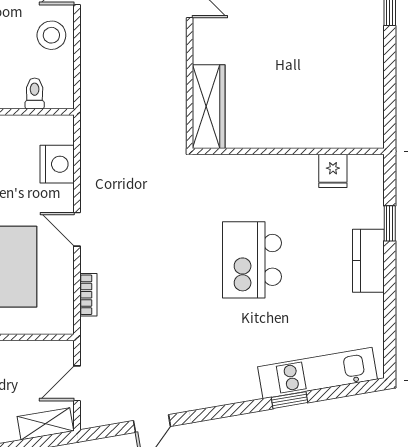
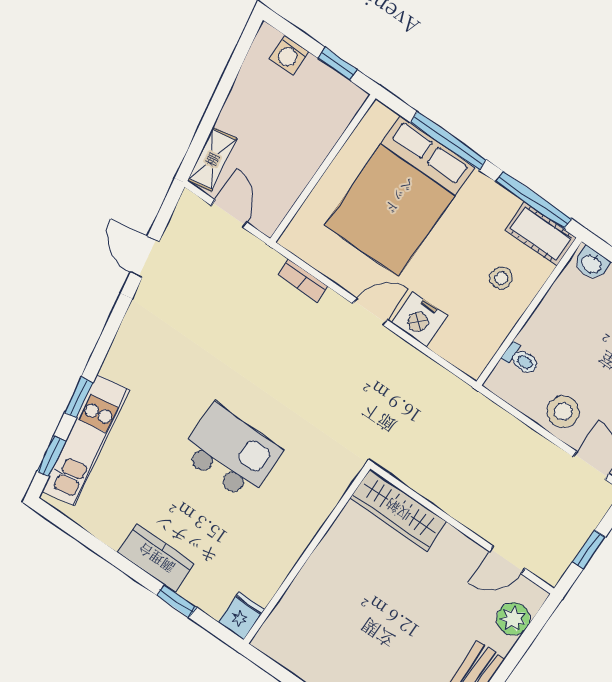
nightstand: (57, 164) -> (420, 319), moved
fridge: (333, 171) -> (241, 616), moved, turned 90
window: (347, 390) -> (51, 456), added

